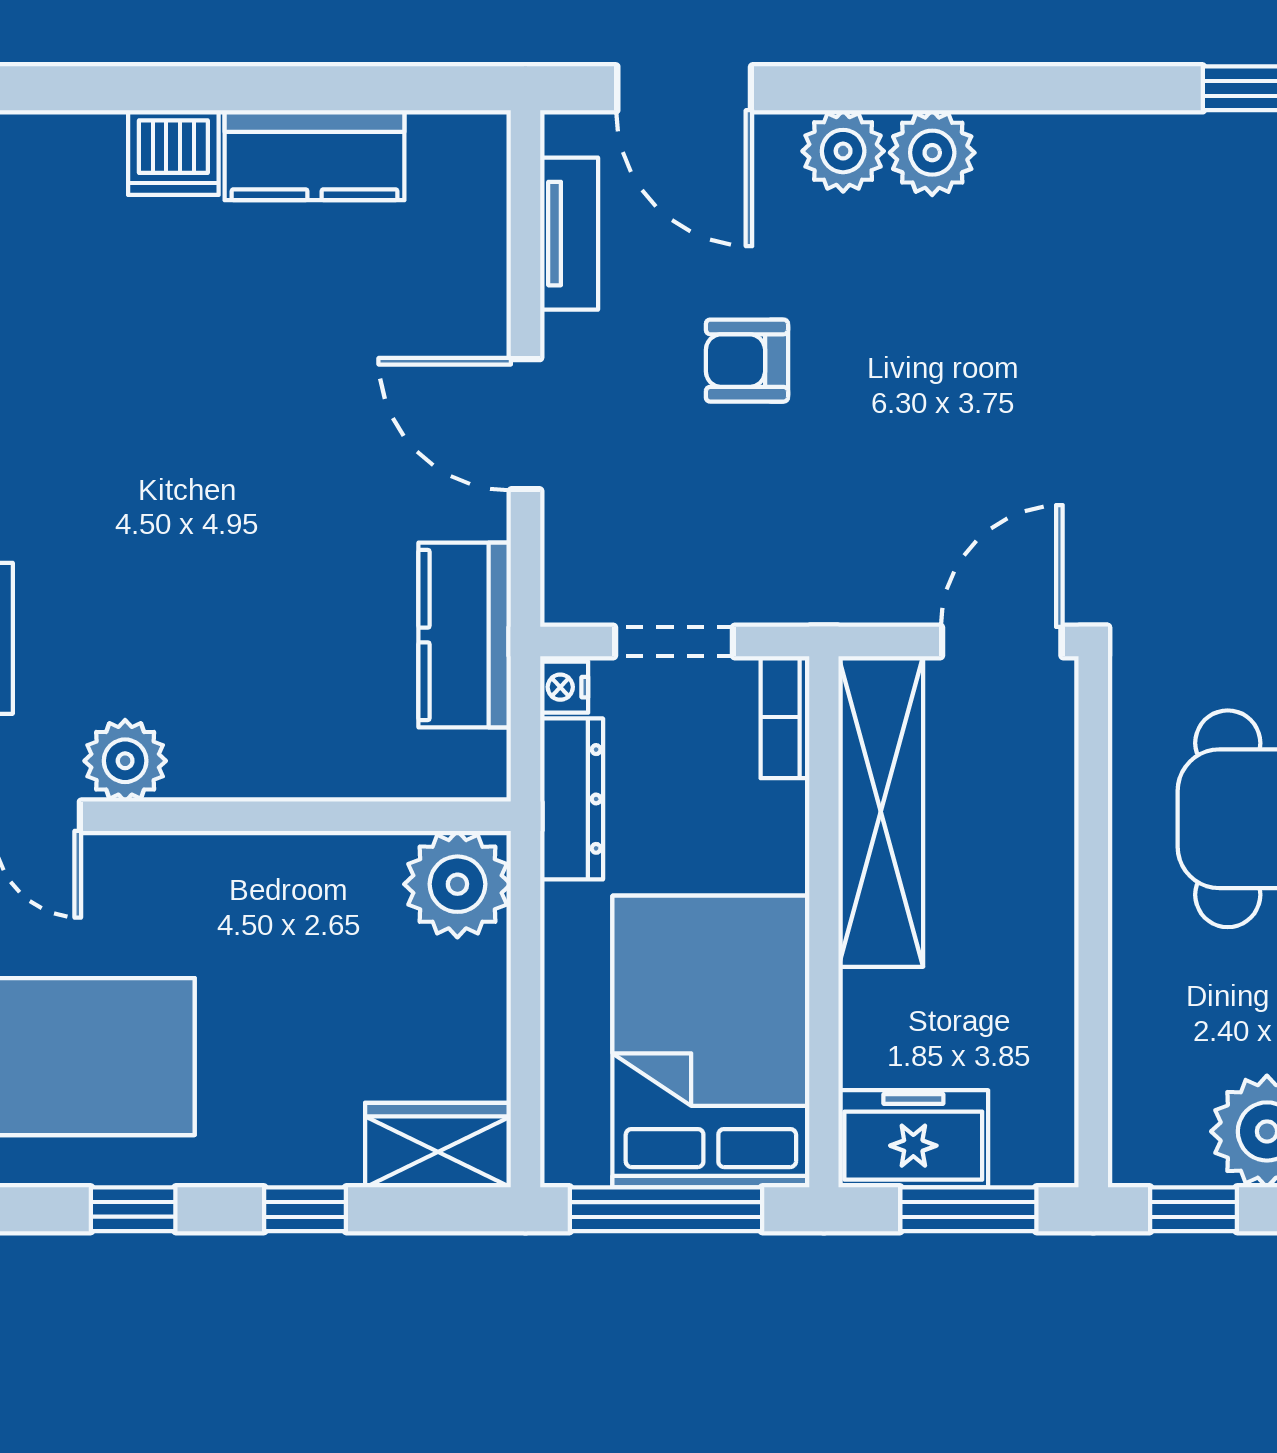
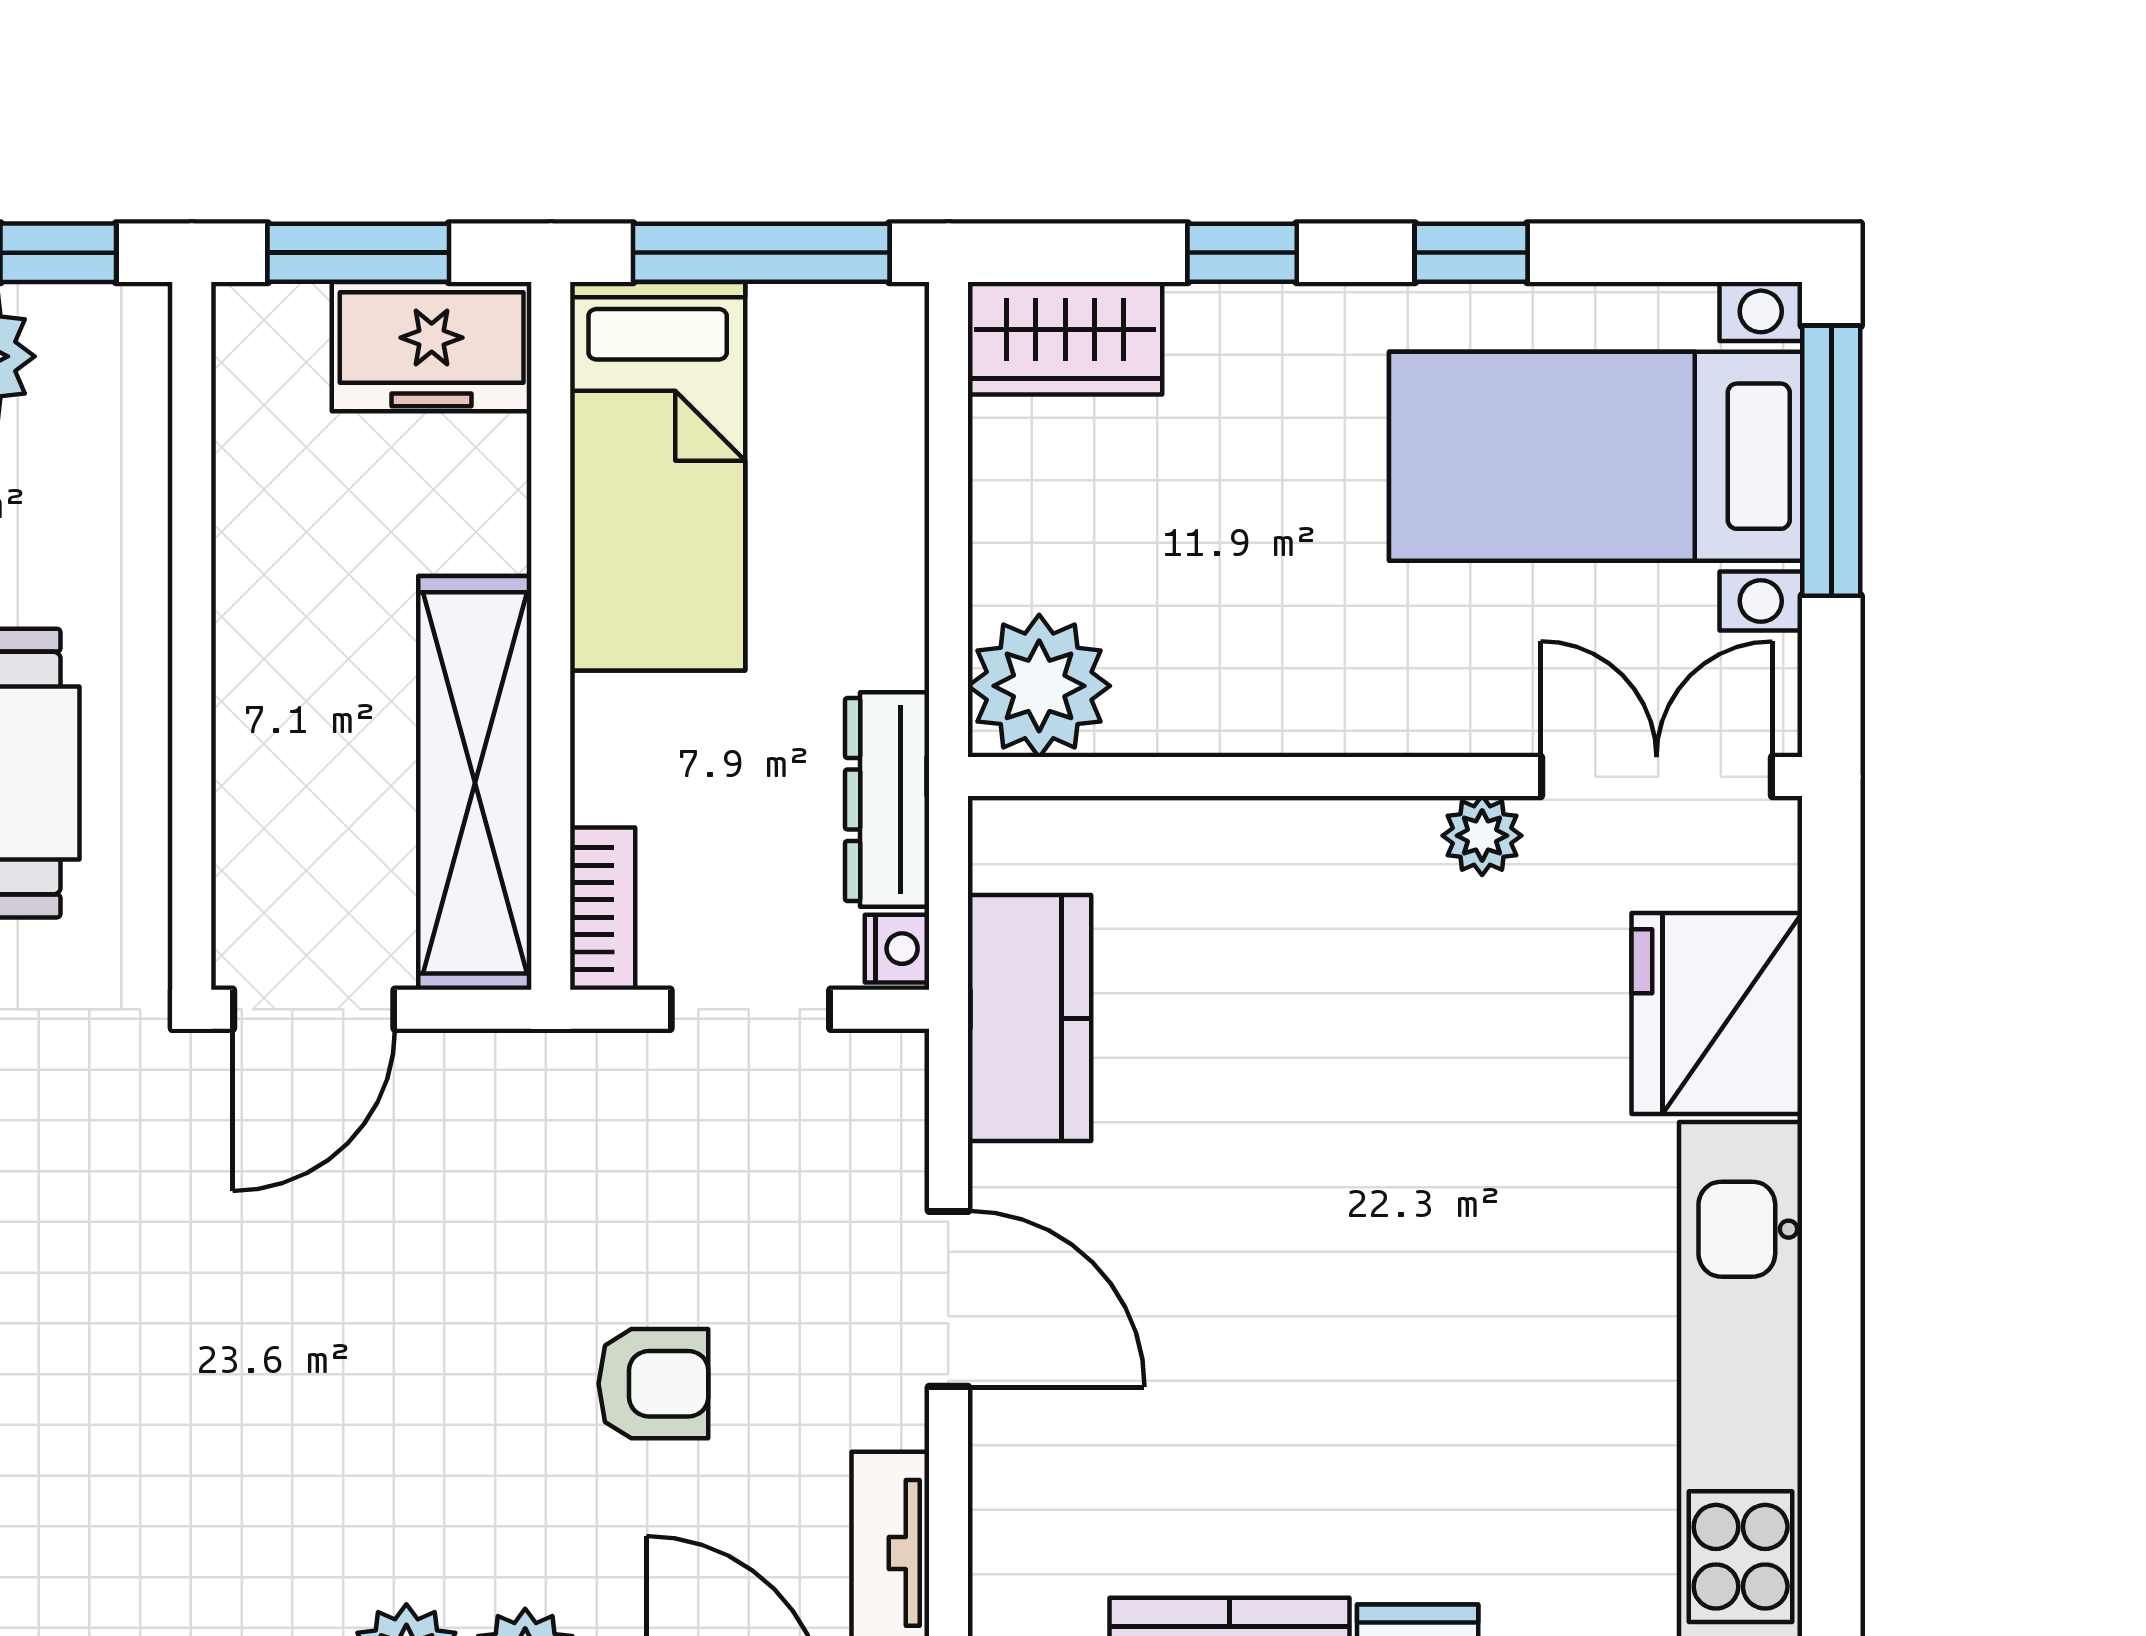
plant: (125, 761) -> (1482, 836), width x0.73, depth x0.73
bed: (711, 1042) -> (658, 476), width x0.67

